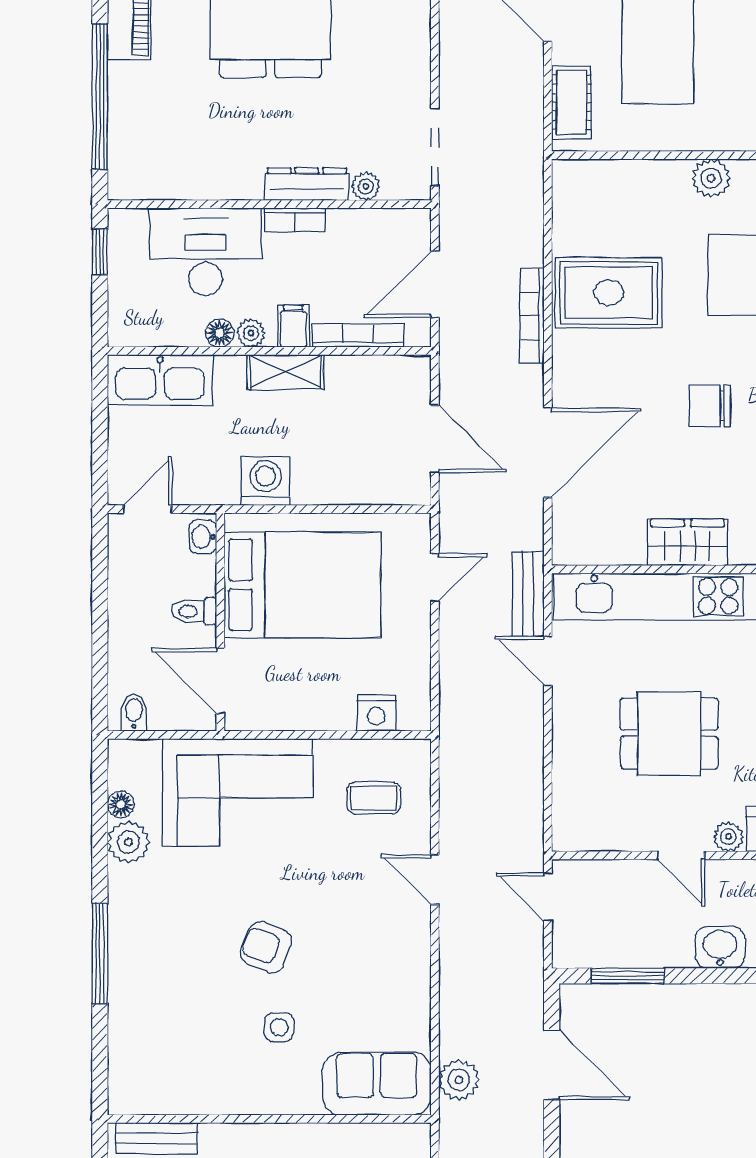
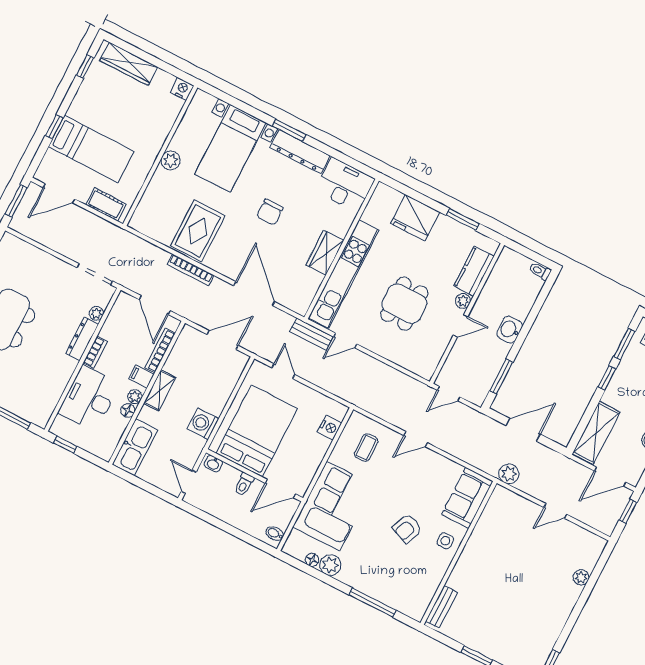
sofa: (377, 1084) -> (467, 498), moved
wall: (269, 1119) -> (458, 553), moved
bench: (157, 1138) -> (442, 607), moved

